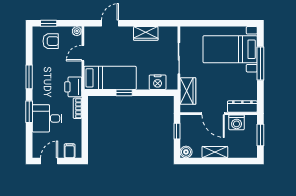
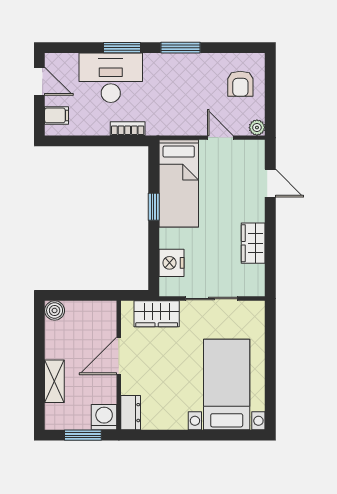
window: (49, 23) -> (270, 80), removed
window: (260, 63) -> (203, 435), removed
printer: (73, 87) -> (164, 122), removed
dresser: (242, 107) -> (131, 413), width x0.70
desk: (47, 118) -> (111, 78), width x1.37
washing machine: (237, 122) -> (104, 417), moved, turned 90
window: (177, 131) -> (90, 295), removed
shelving: (215, 152) -> (54, 381), moved

